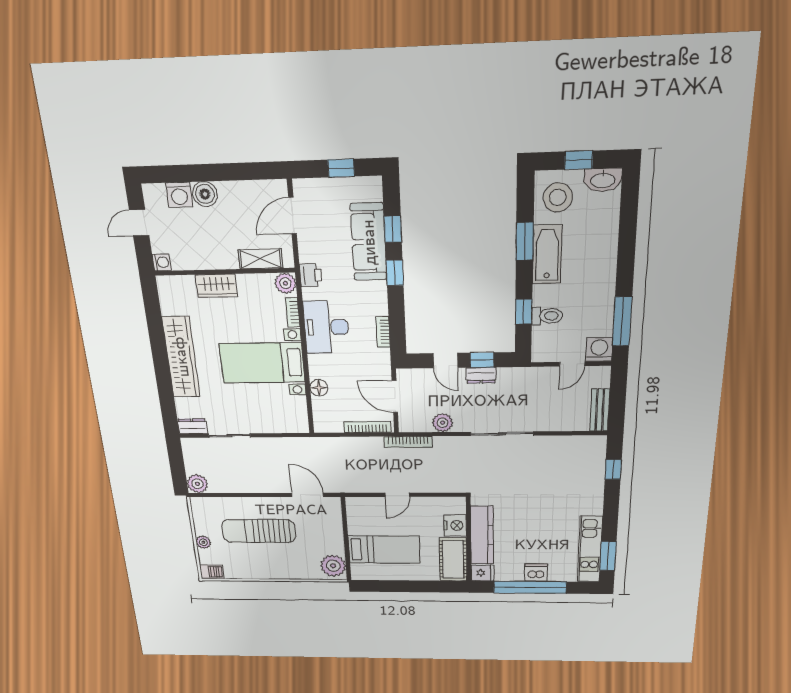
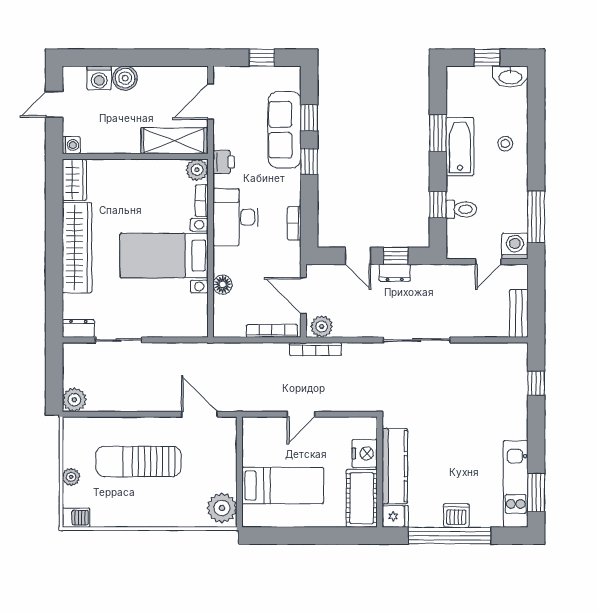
stool: (558, 197) -> (505, 144), moved, width x0.53, depth x0.53
shelving: (260, 259) -> (174, 141), width x1.50, depth x1.33
wardrobe: (216, 286) -> (74, 180), moved, turned -90
plant: (443, 423) -> (322, 327), moved

